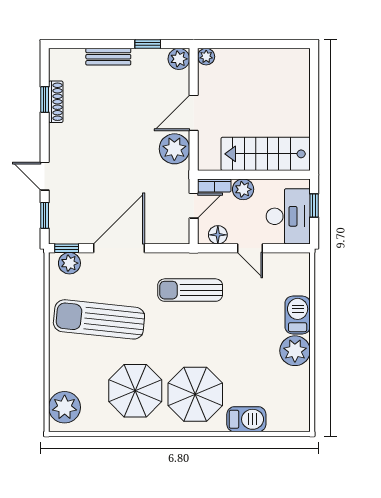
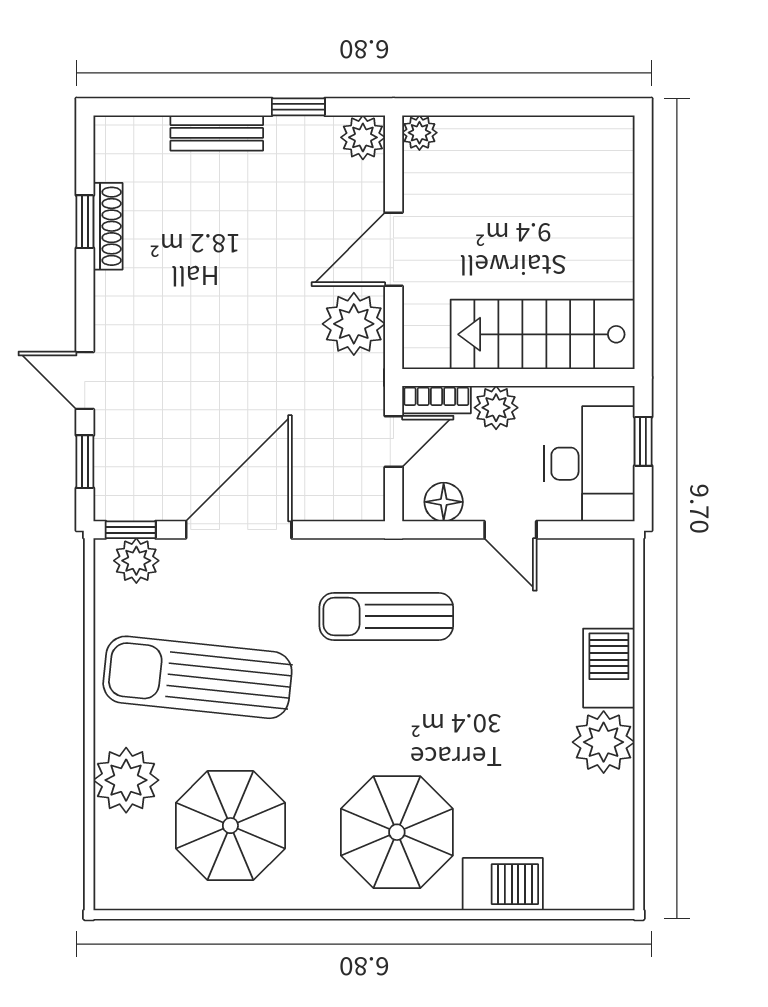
parasol: (135, 391) -> (230, 826), moved
plant: (65, 407) -> (126, 780), moved

